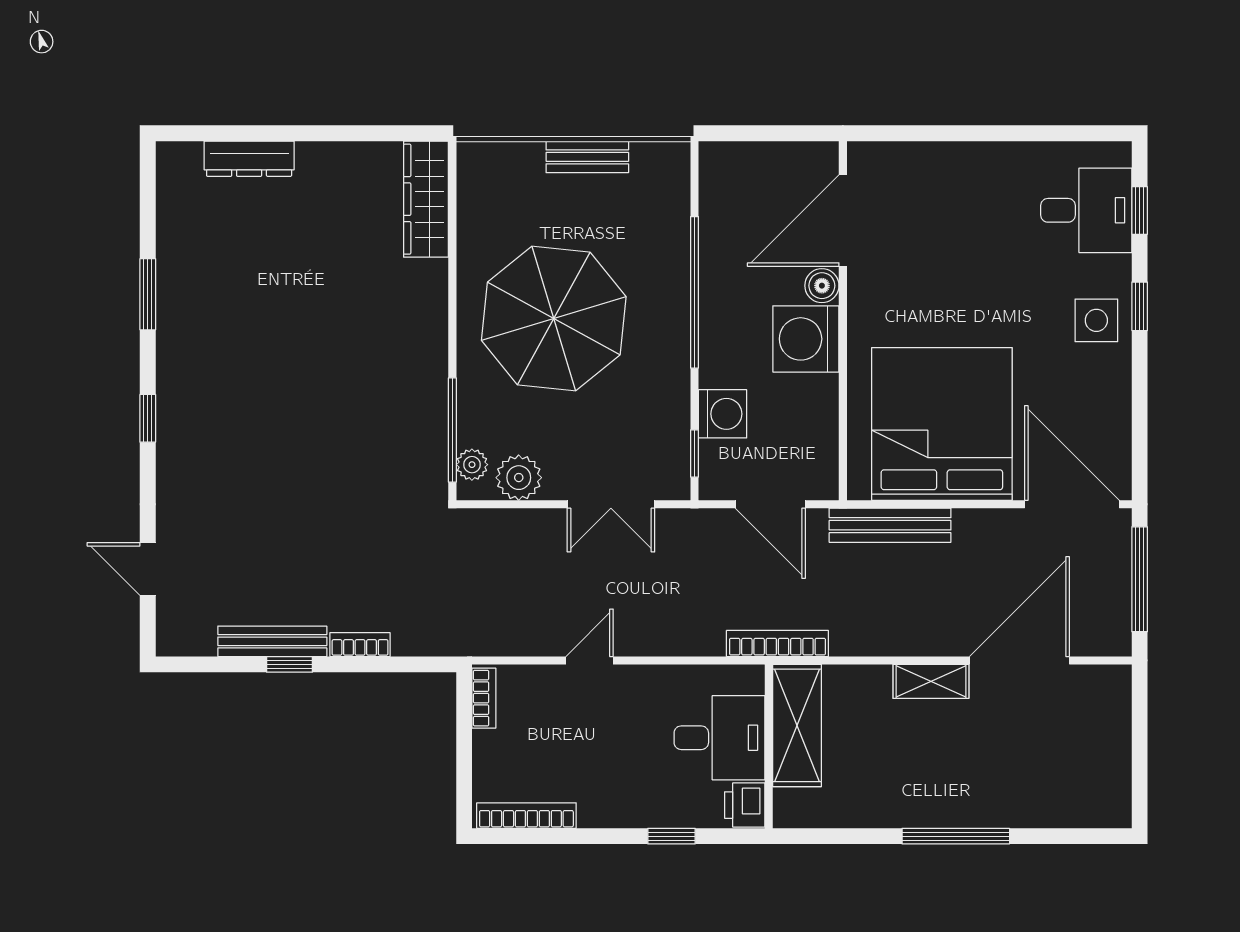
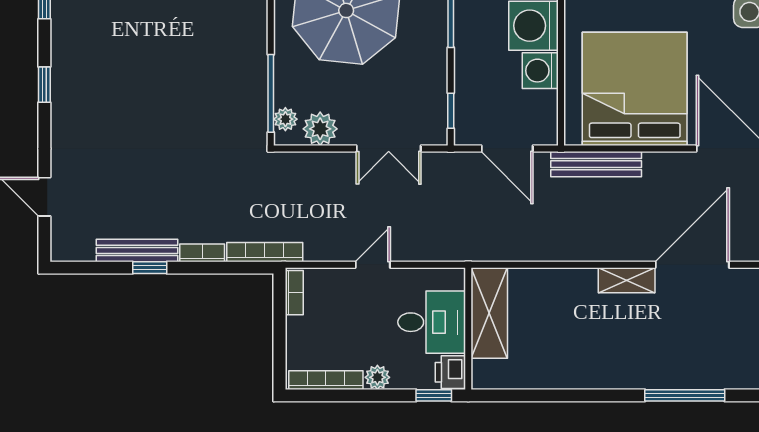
washing machine: (723, 414) -> (540, 71), moved, turned 180
bookcase: (777, 643) -> (265, 252), moved
shelving: (797, 725) -> (489, 313), moved
desk: (719, 738) -> (432, 322), moved
wall: (769, 746) -> (468, 329), moved
printer: (745, 805) -> (450, 372), moved
plant: (596, 812) -> (377, 377), added
window: (956, 836) -> (685, 395), moved

